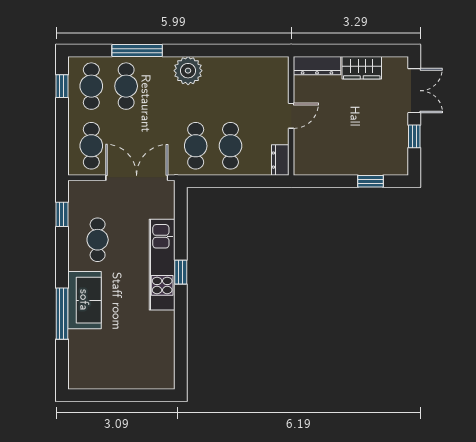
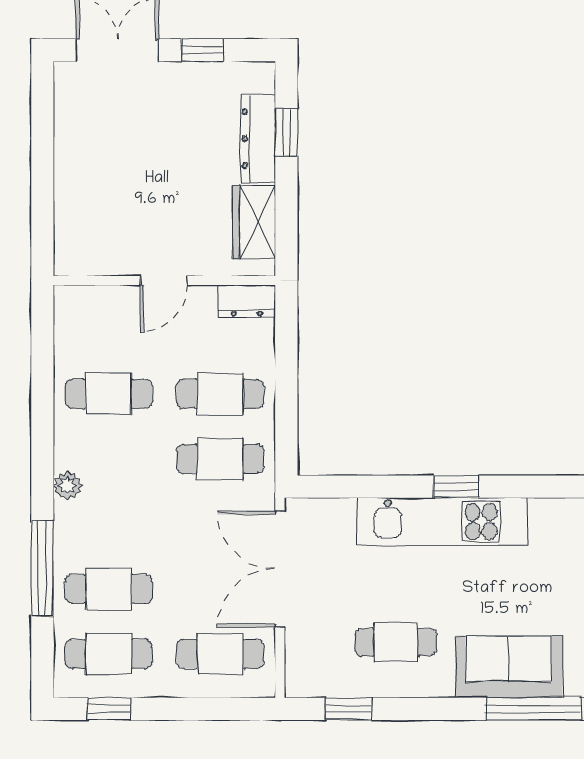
dresser: (317, 66) -> (258, 139), moved, turned 180
wardrobe: (362, 68) -> (254, 222), moved, turned 180
plant: (188, 71) -> (67, 486), width x0.53, depth x0.53
cafe table: (230, 86) -> (109, 394), added
door: (291, 116) -> (164, 281), swing flipped

